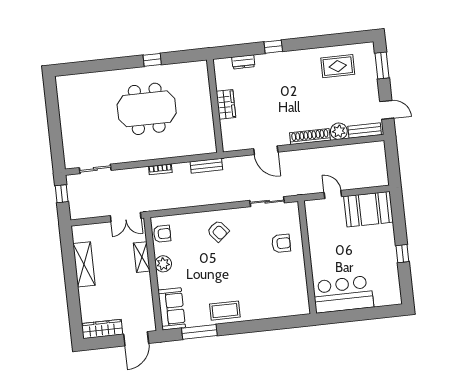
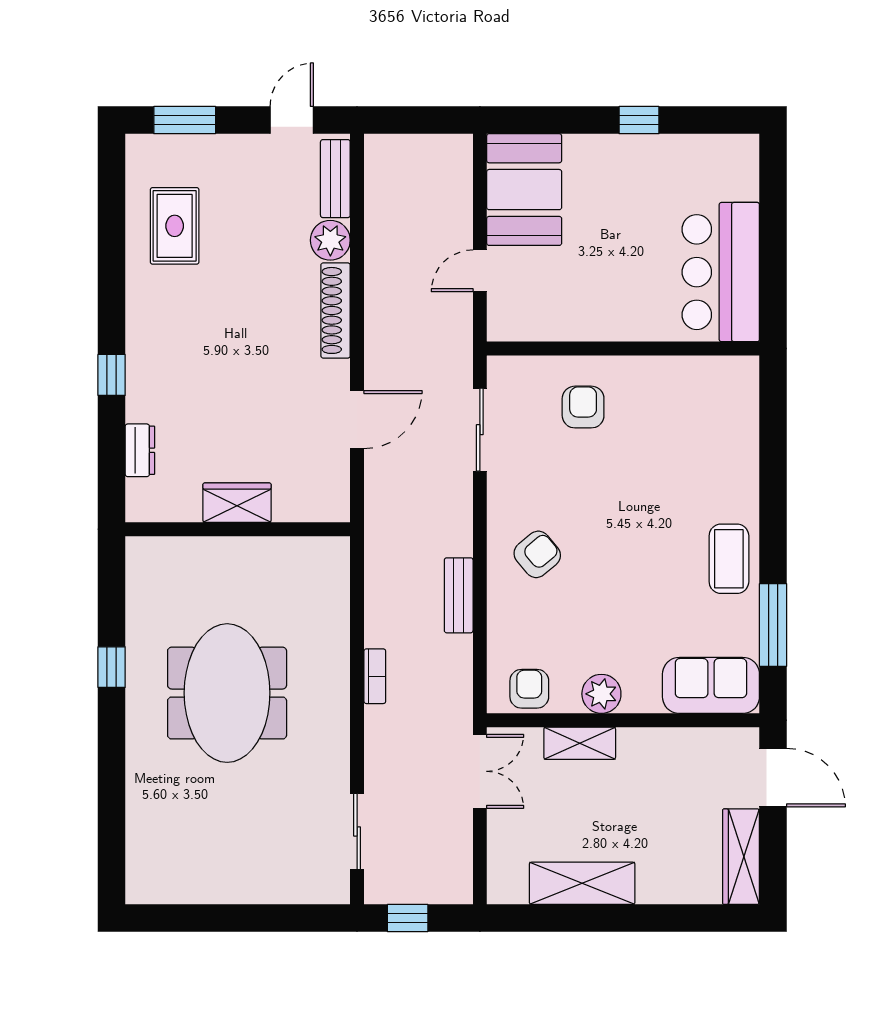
bench: (206, 166) -> (459, 595), moved

